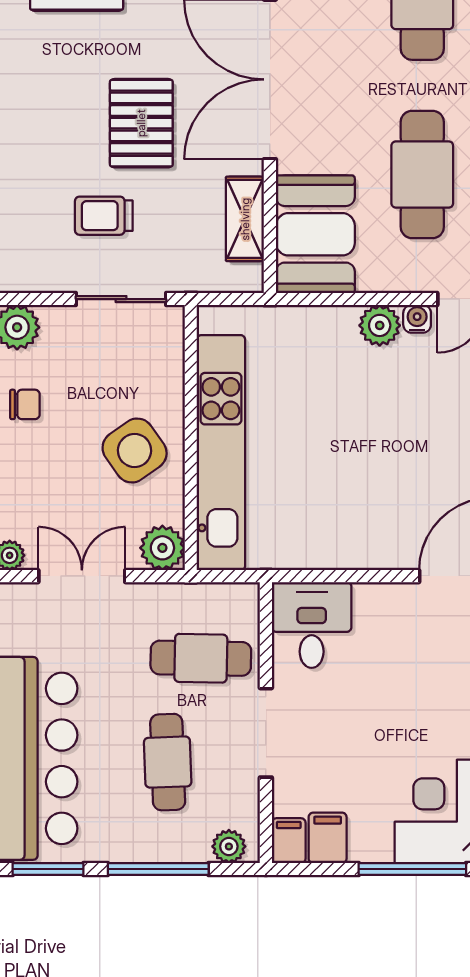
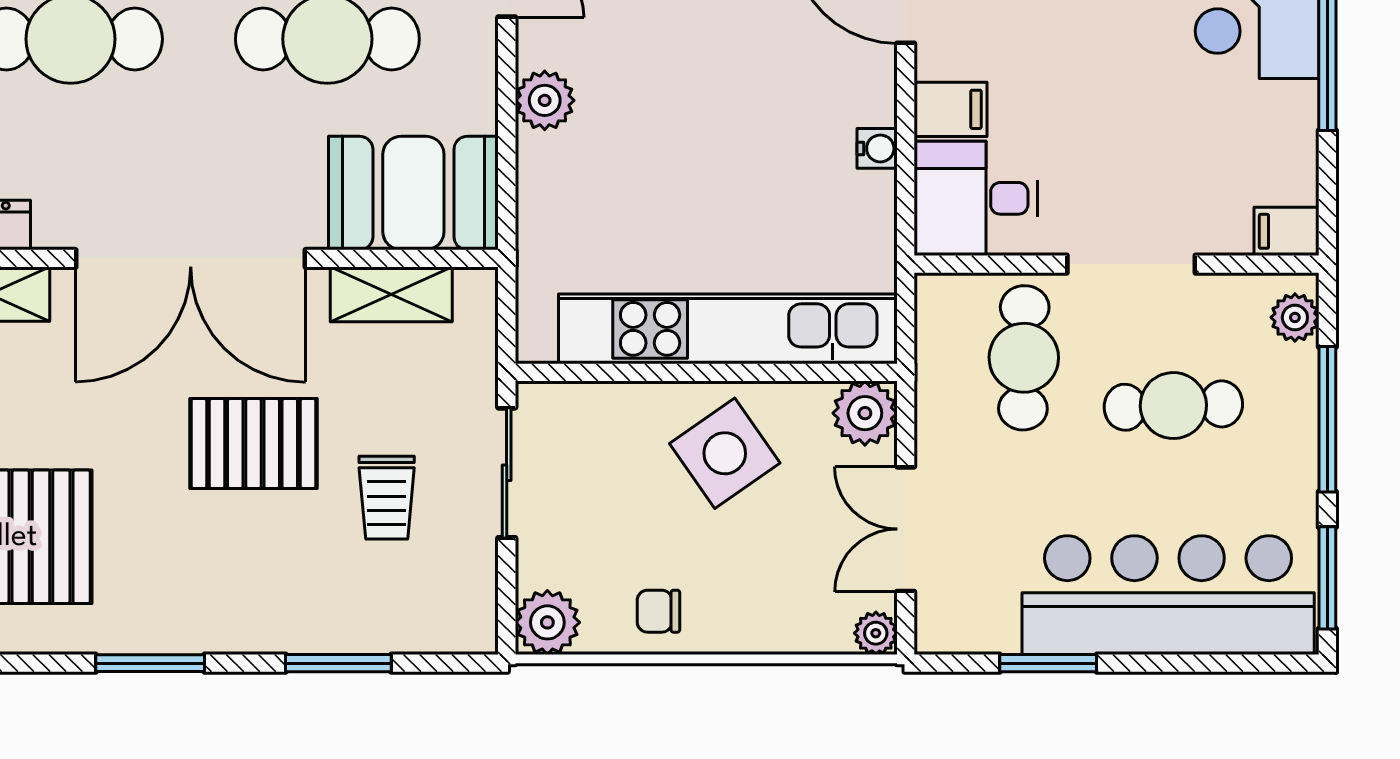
water cooler: (417, 319) -> (877, 148), moved, turned 180
chair: (25, 404) -> (658, 611), turned -90
filing cabinet: (328, 838) -> (951, 109), moved, turned 180

